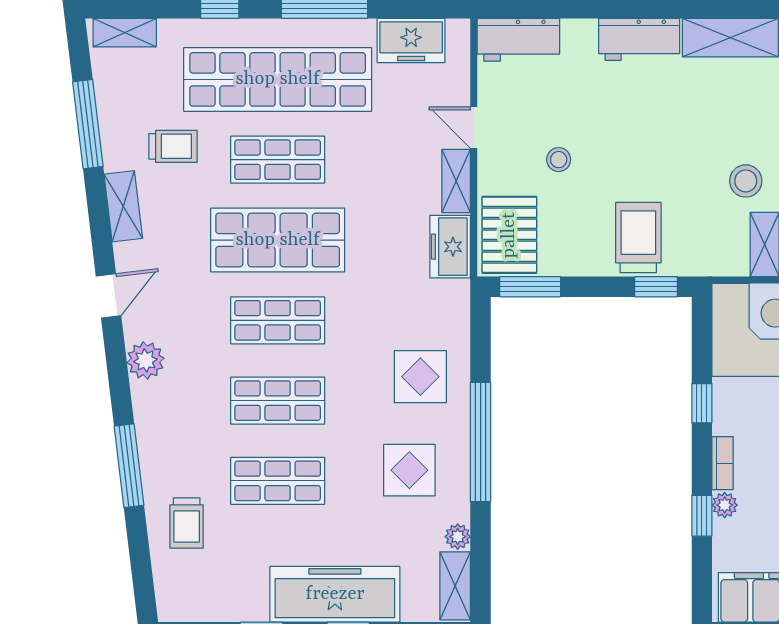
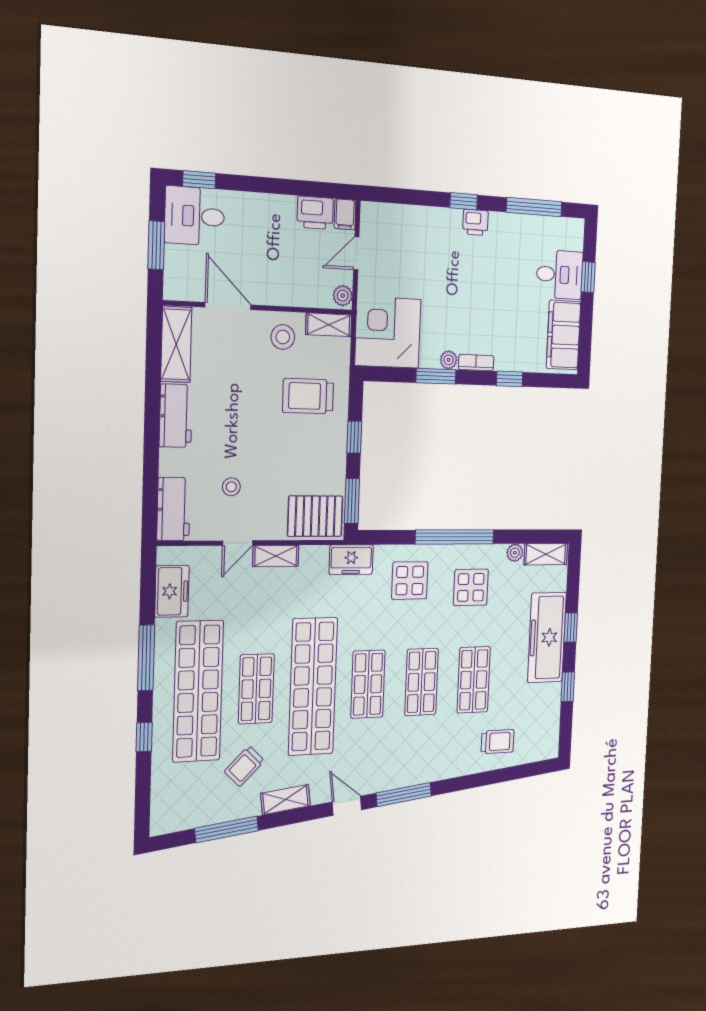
shelving: (125, 33) -> (160, 807), removed
trolley: (173, 146) -> (244, 766), turned -135
stool: (559, 160) -> (231, 487), moved
trolley: (638, 238) -> (308, 396), moved
shop shelf: (278, 240) -> (313, 686), width x1.40
freezer: (450, 247) -> (351, 560), moved
window: (656, 287) -> (354, 437), moved
plant: (145, 360) -> (391, 777), removed
window: (702, 403) -> (436, 376), width x1.50
window: (129, 466) -> (404, 795), moved
plant: (725, 505) -> (449, 360), moved

